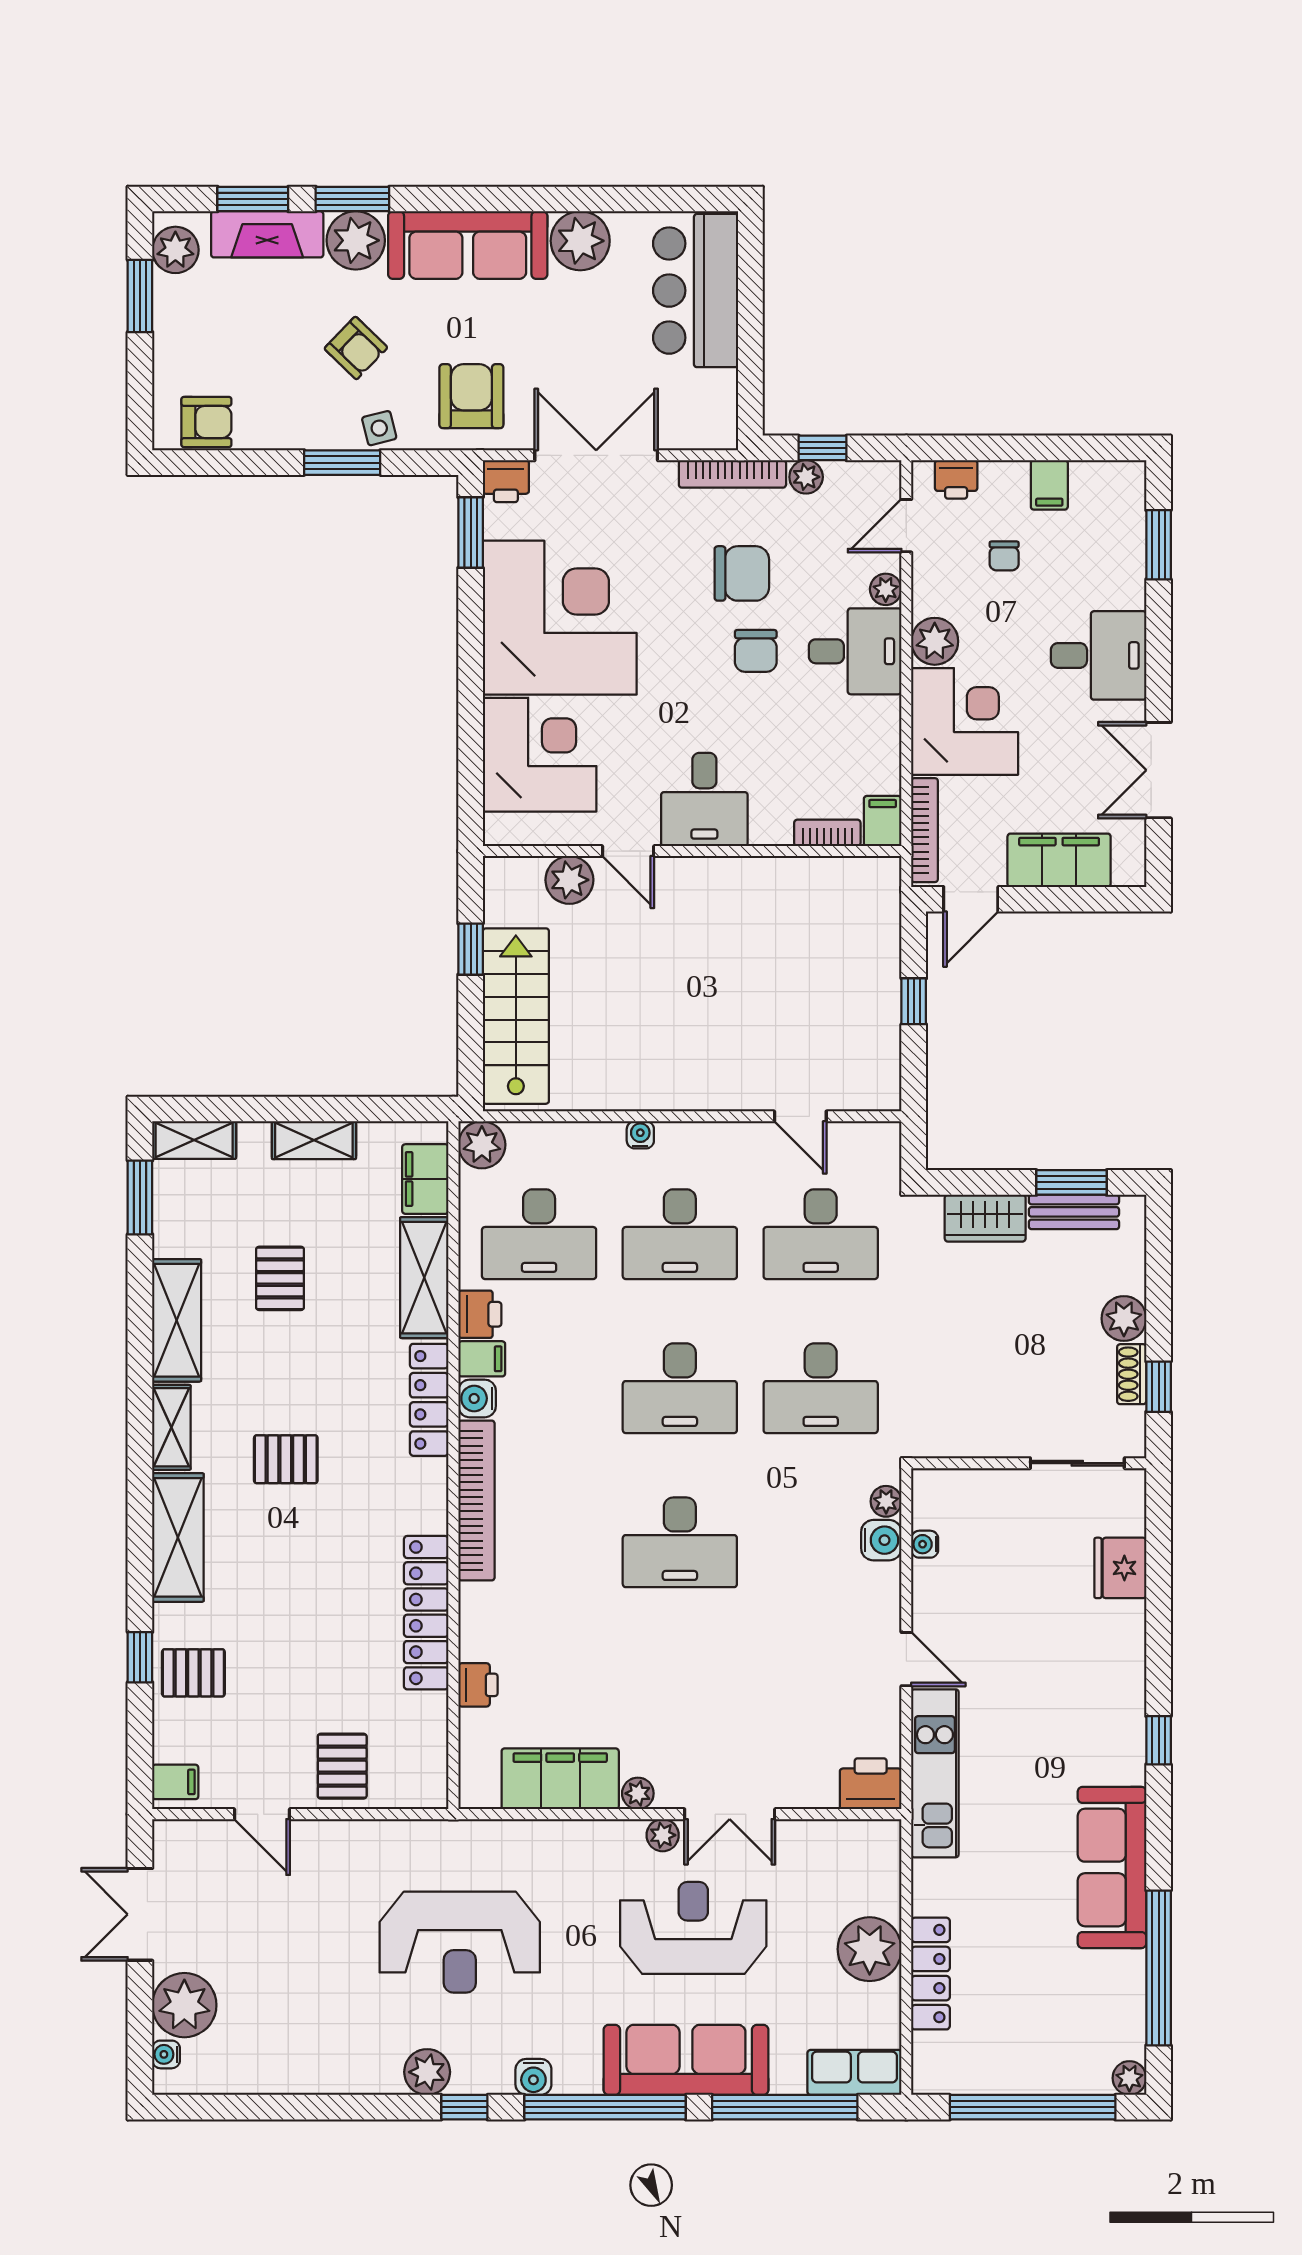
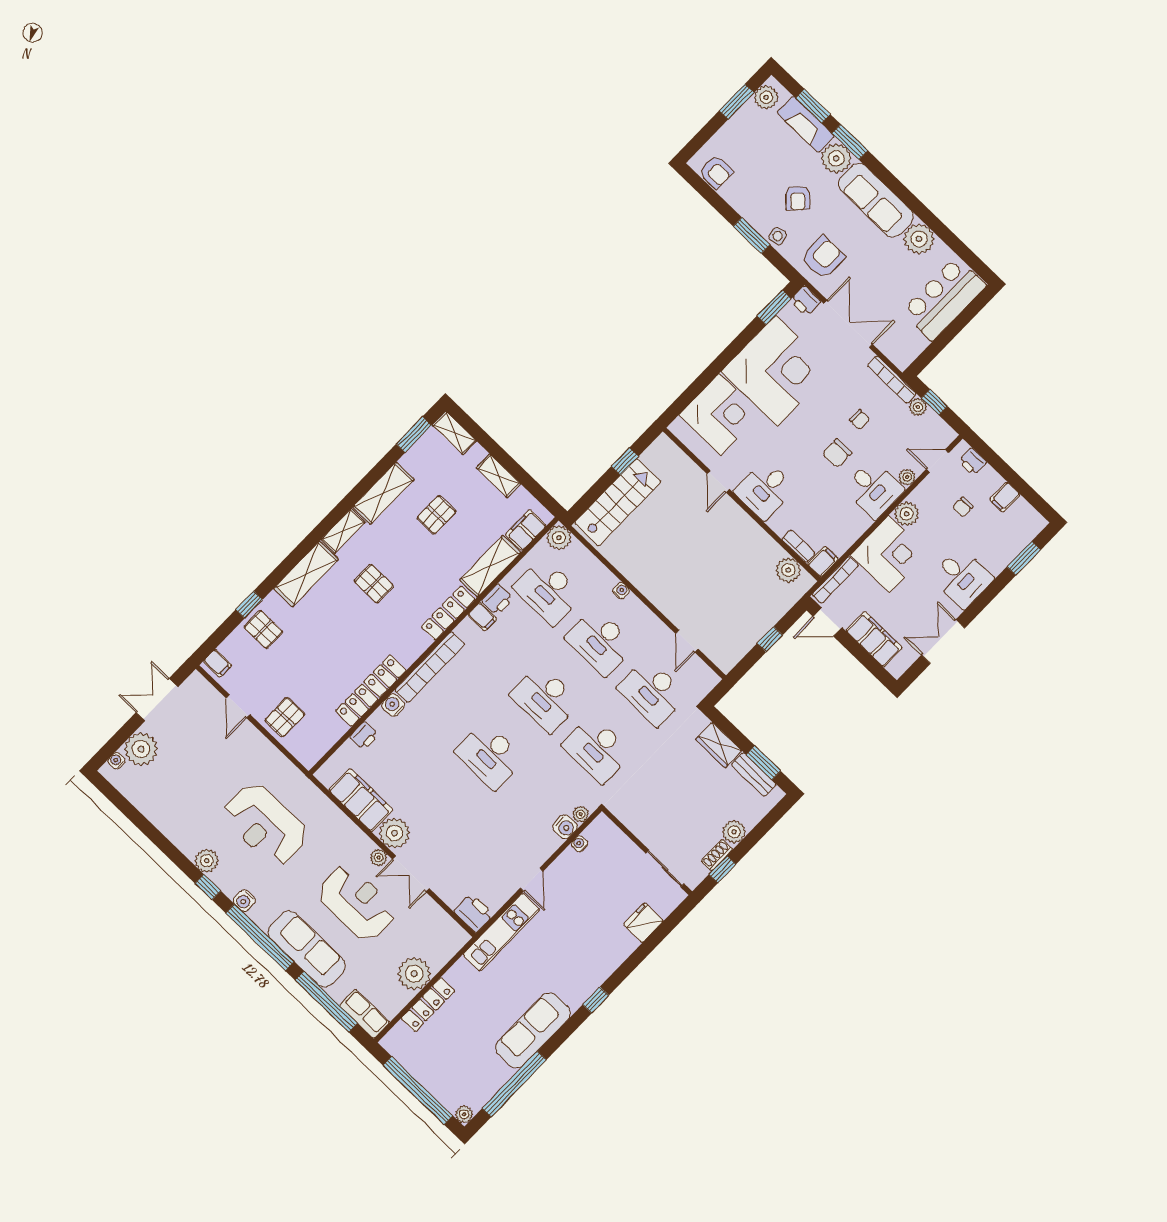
chair: (742, 573) -> (860, 420), width x0.54, depth x0.54
plant: (569, 880) -> (788, 570), moved
water cooler: (477, 1398) -> (393, 705), moved
plant: (638, 1793) -> (394, 833), width x1.88, depth x1.88

